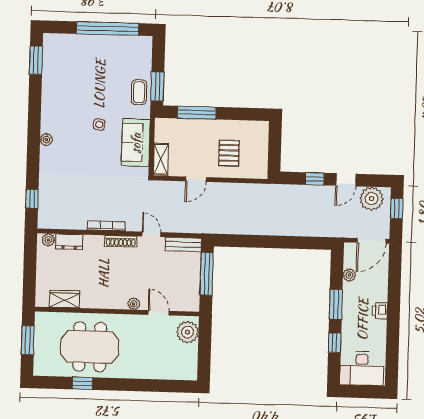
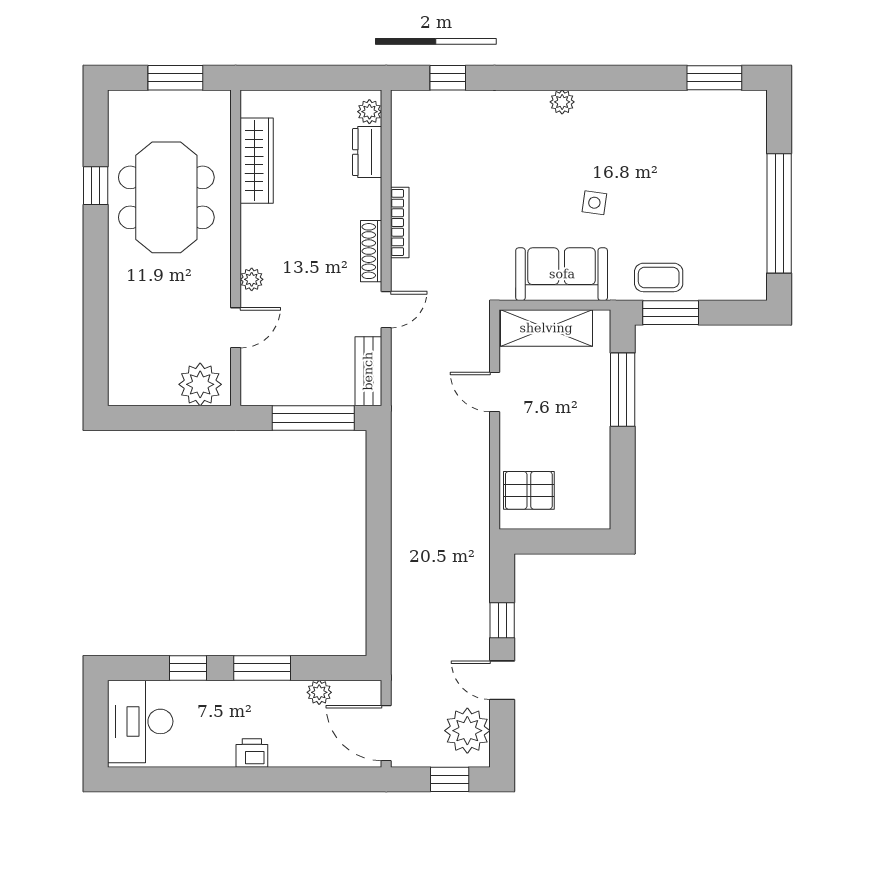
pallet: (229, 153) -> (529, 490), moved
shelving: (161, 159) -> (546, 328), width x1.50, depth x1.33
wardrobe: (65, 299) -> (257, 161), width x1.50

